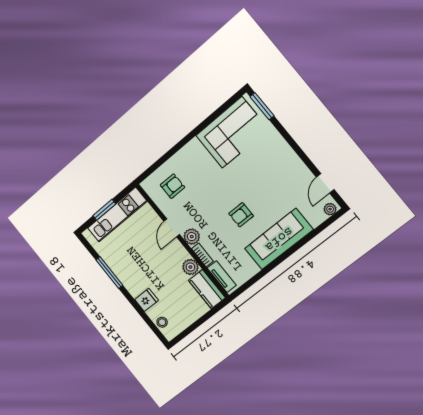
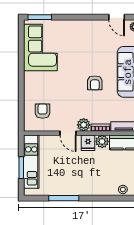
fridge: (146, 300) -> (88, 143), moved, turned 180

